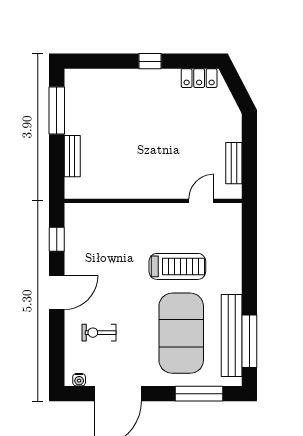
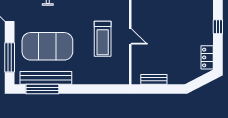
door: (201, 201) -> (130, 36), moved
treadmill: (177, 266) -> (103, 39), moved

